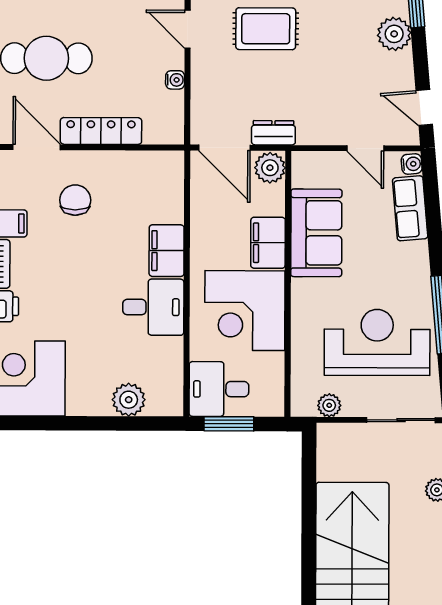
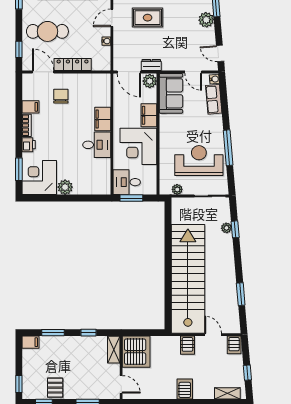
door: (188, 29) -> (112, 18), hinge flipped
sofa: (316, 233) -> (171, 93), moved
plant: (129, 400) -> (65, 187), moved

